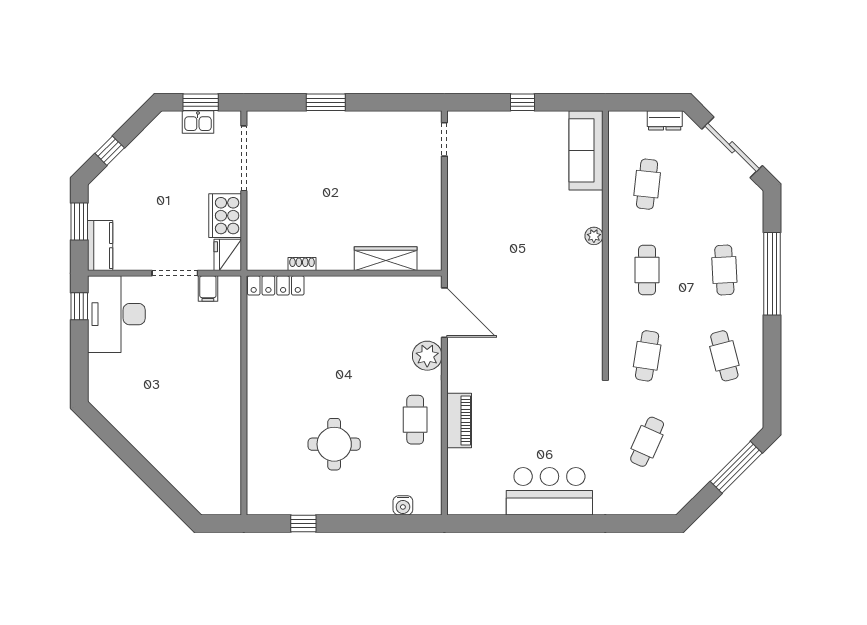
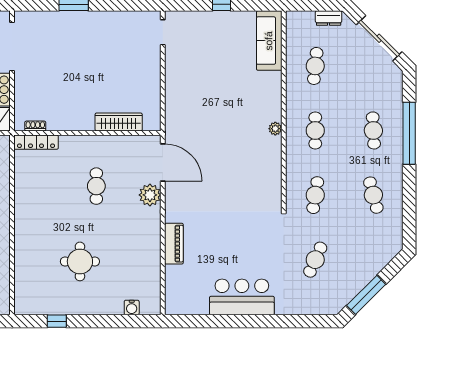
plant: (594, 236) -> (275, 129), moved
shoe rack: (302, 264) -> (35, 126), moved
cafe table: (415, 420) -> (96, 186), moved
window: (736, 467) -> (366, 295), moved

